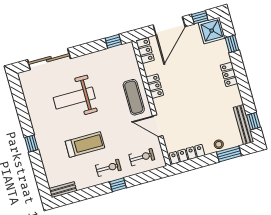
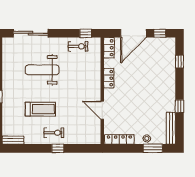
shower: (212, 31) -> (166, 46), removed
locker: (229, 74) -> (170, 85), removed
exercise mat: (134, 97) -> (90, 82), removed
window: (253, 121) -> (180, 106), moved
exercise bike: (142, 157) -> (78, 46), moved

